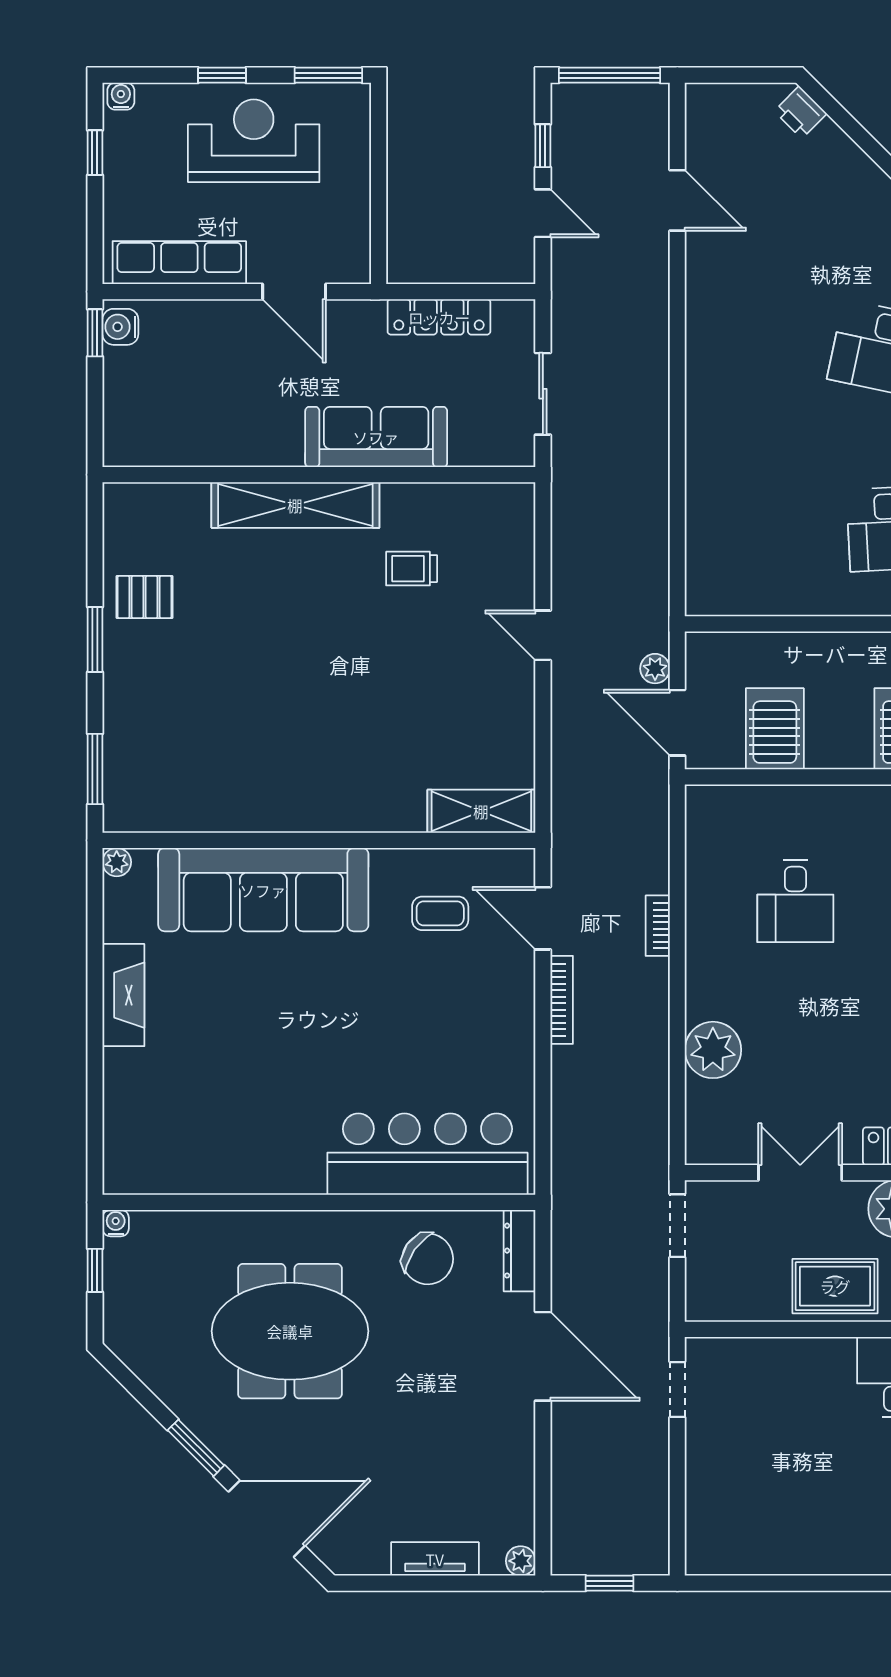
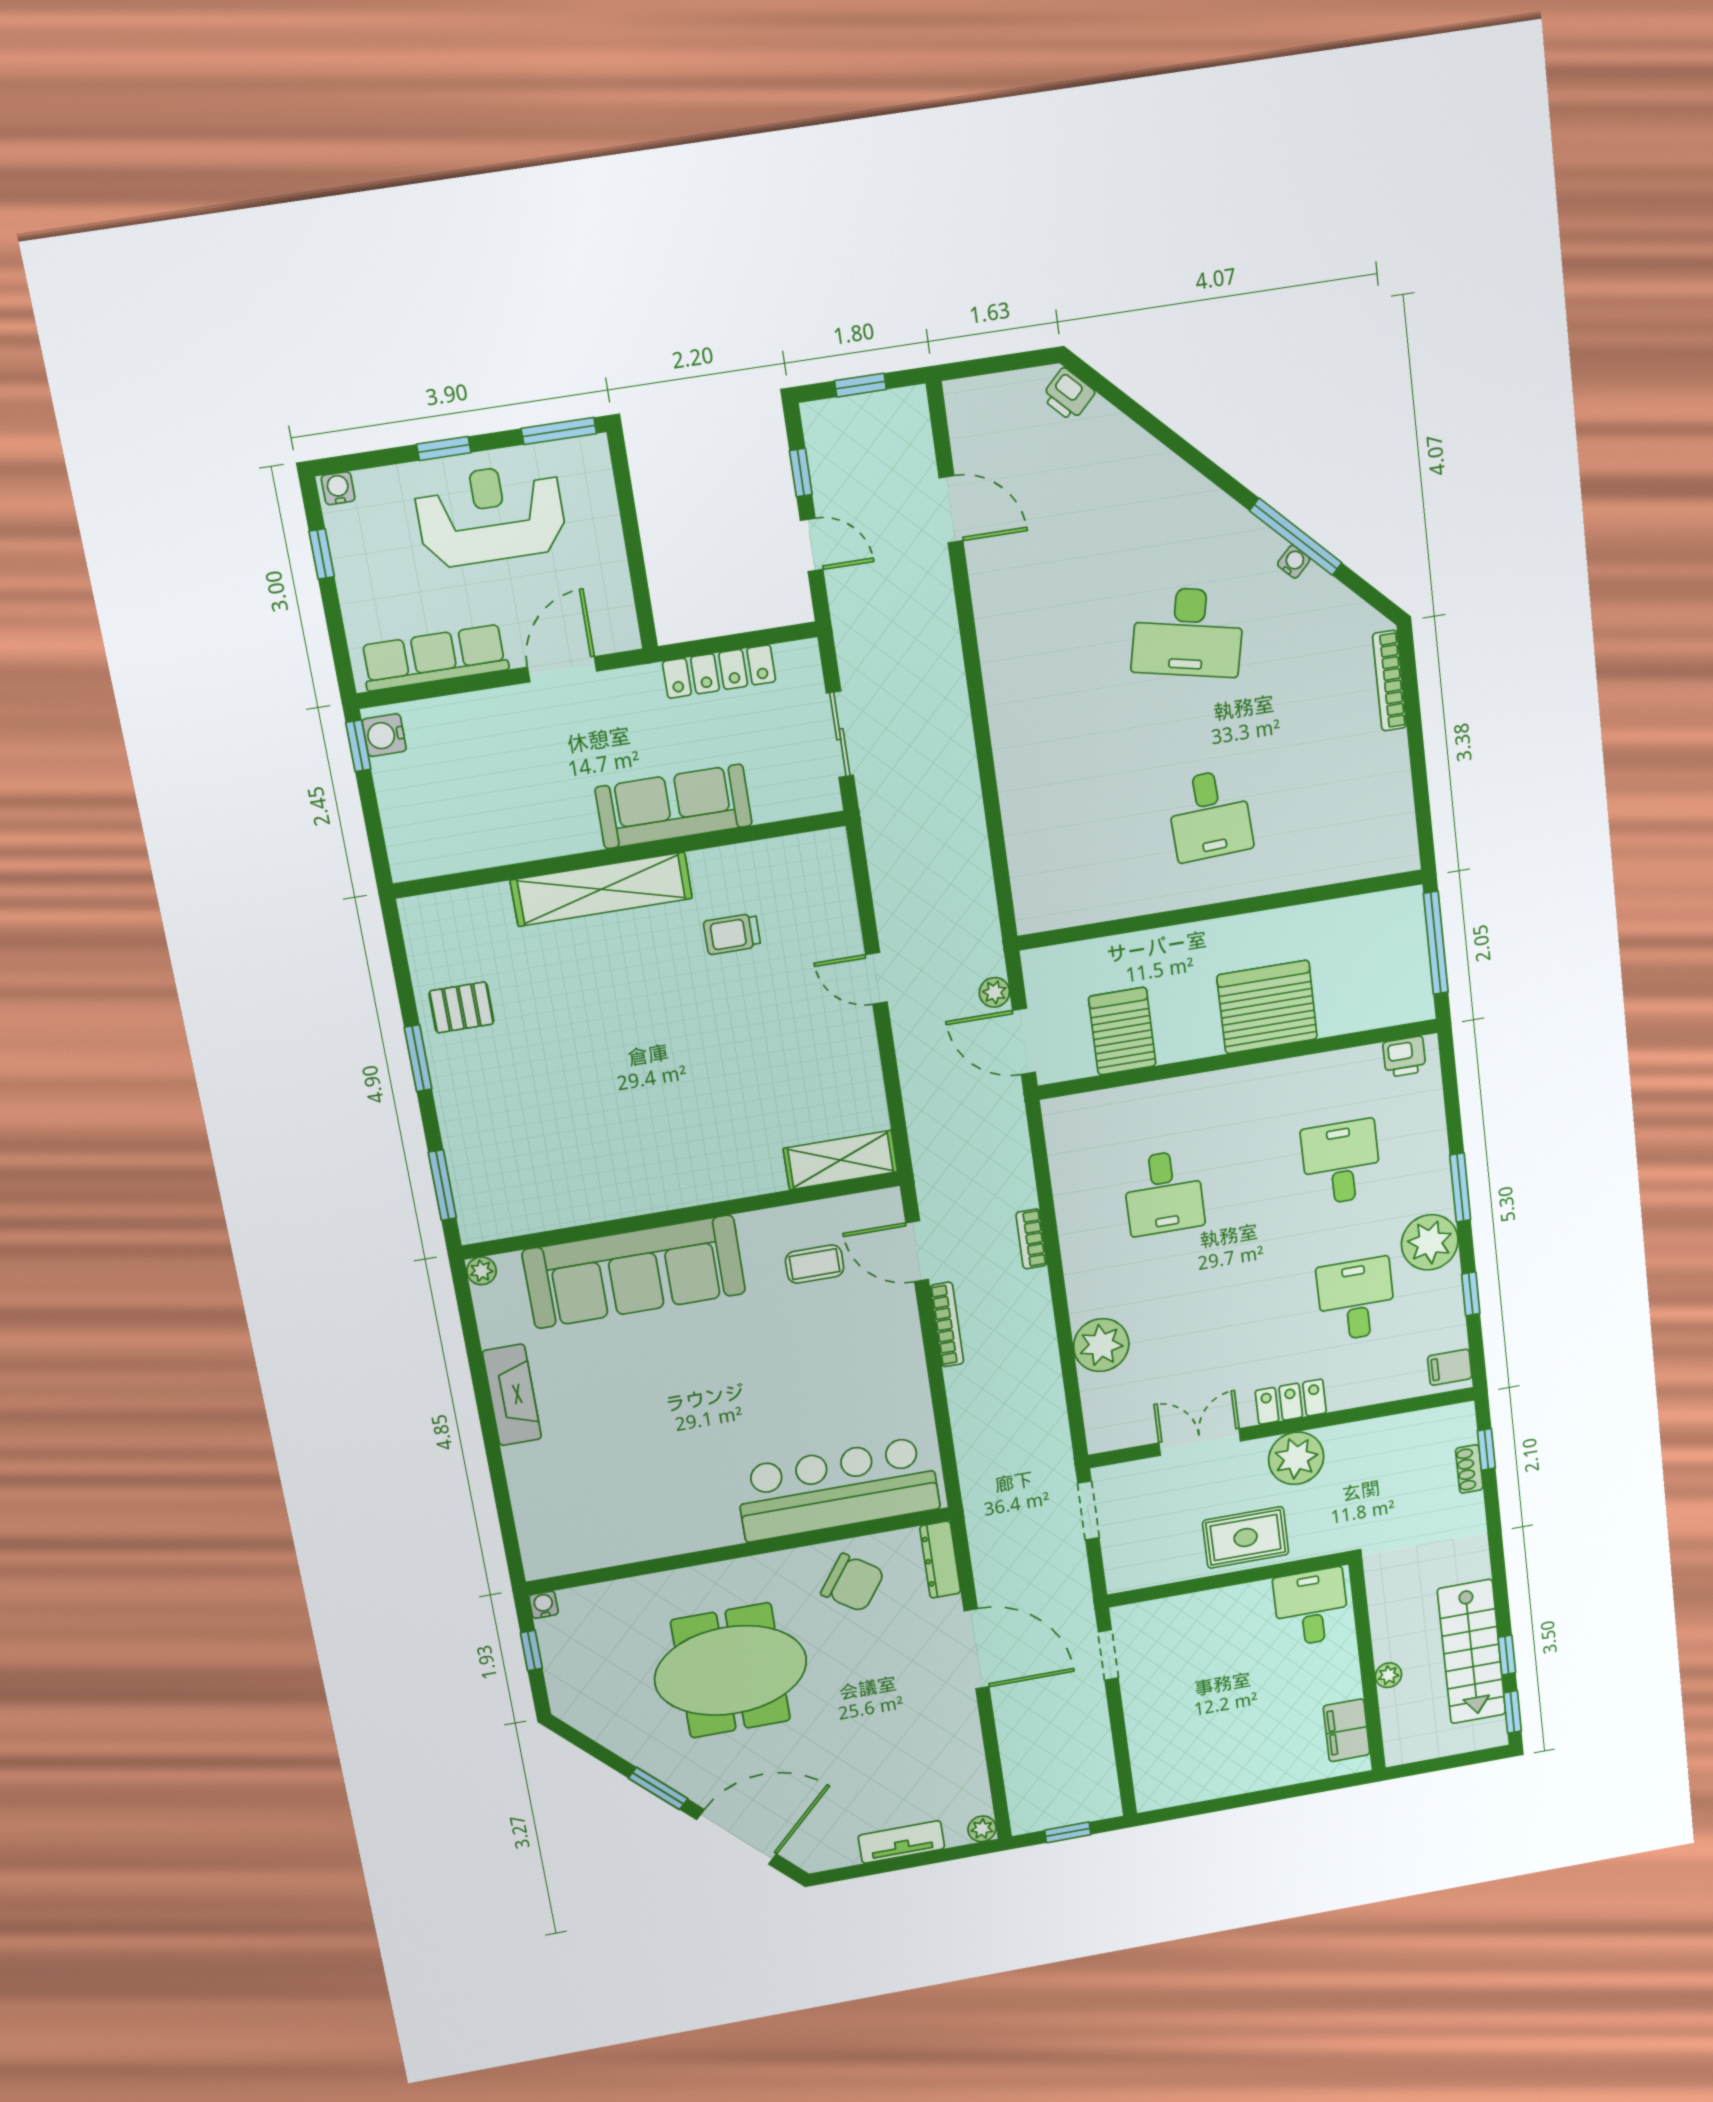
window: (610, 75) -> (860, 385), width x0.46
door: (294, 292) -> (562, 669), swing flipped

